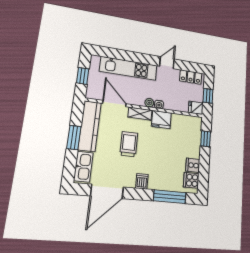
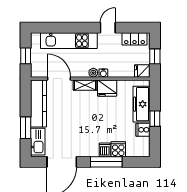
window: (74, 138) -> (26, 128), moved
freezer: (193, 139) -> (141, 104), added
window: (206, 139) -> (155, 119), moved
trolley: (129, 144) -> (77, 116), removed
cooker: (191, 180) -> (118, 149), moved, turned 90
dishwasher: (142, 181) -> (105, 150), moved
window: (170, 197) -> (106, 162), moved

